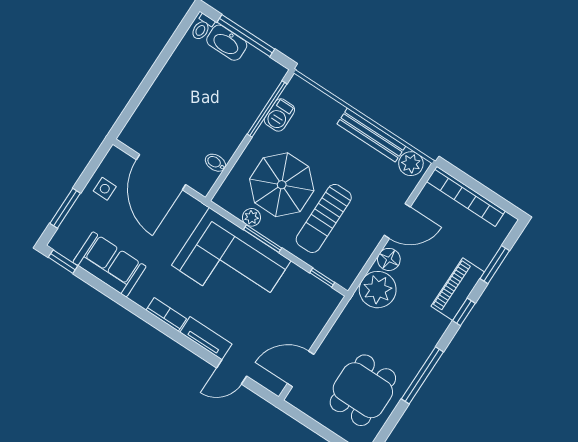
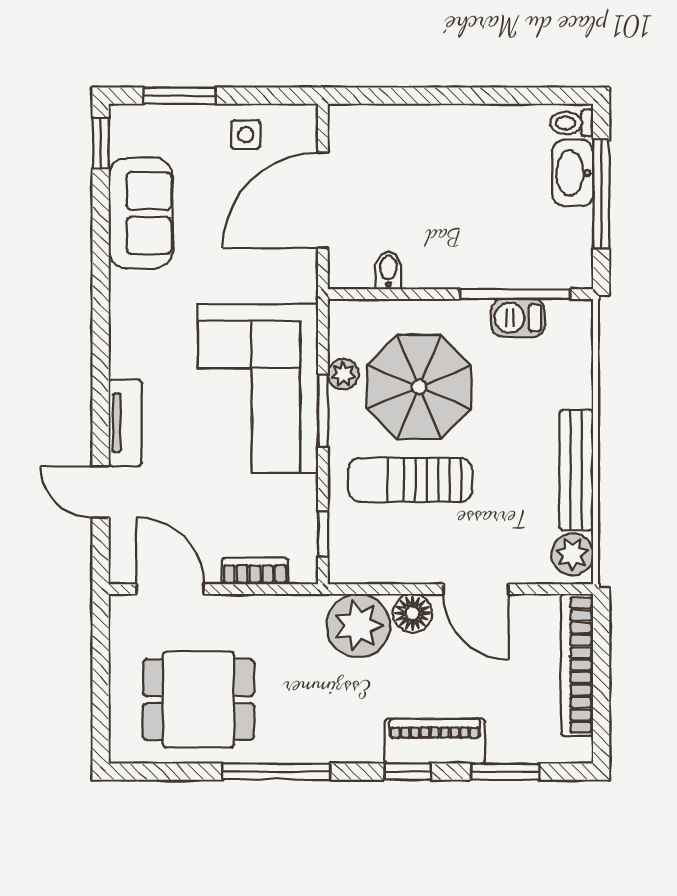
bookcase: (166, 314) -> (255, 571), moved, turned -90

